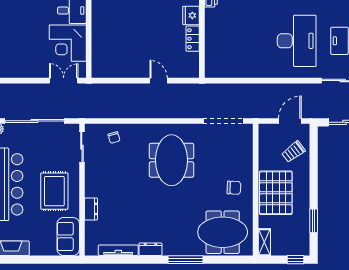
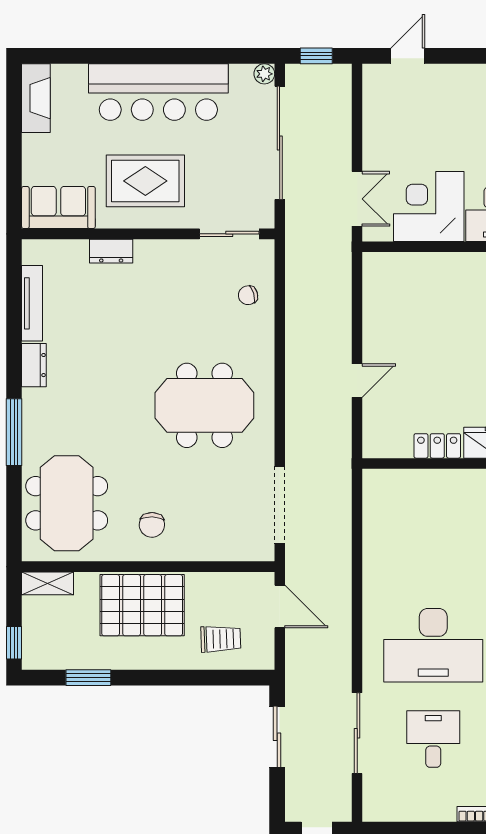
door: (290, 121) -> (280, 607), moved
trolley: (293, 152) -> (221, 639), turned 125

